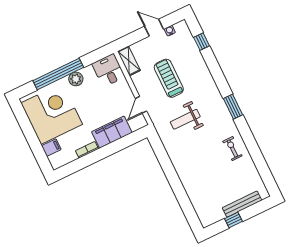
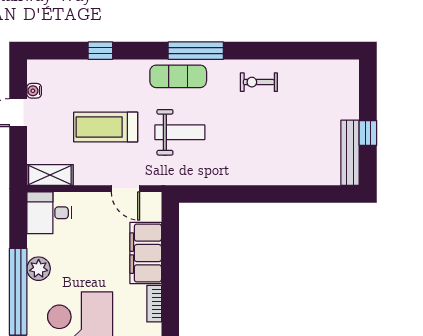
window: (202, 42) -> (100, 51), moved
exercise mat: (215, 104) -> (178, 76), added
window: (233, 107) -> (196, 51), width x1.44
weight bench: (185, 119) -> (180, 132), turned -90
bench: (242, 204) -> (350, 153), moved

